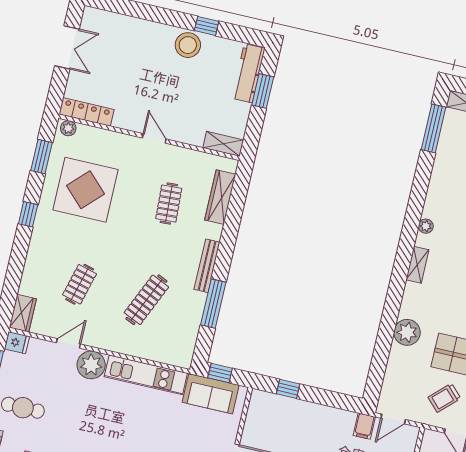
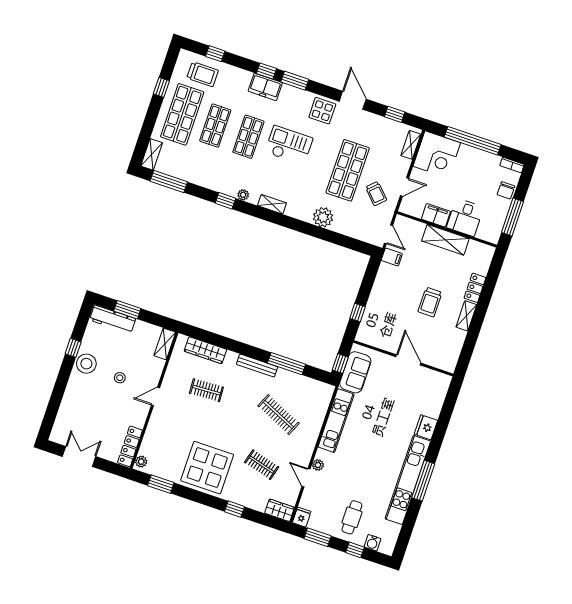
stool: (174, 90) -> (120, 378), added
display table: (85, 190) -> (207, 468), moved
window: (416, 204) -> (225, 201), added
window: (28, 214) -> (234, 509), moved
plant: (91, 365) -> (318, 465), width x0.53, depth x0.53

